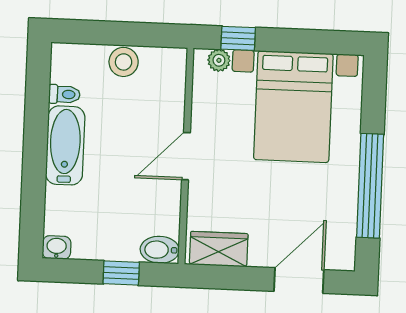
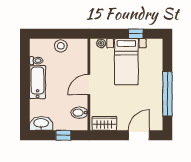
window: (238, 38) -> (136, 34), moved
bed with nightstands: (293, 107) -> (126, 62), width x0.73
washbasin: (57, 247) -> (41, 123), width x1.91, depth x1.45
bidet: (160, 250) -> (79, 113), moved

